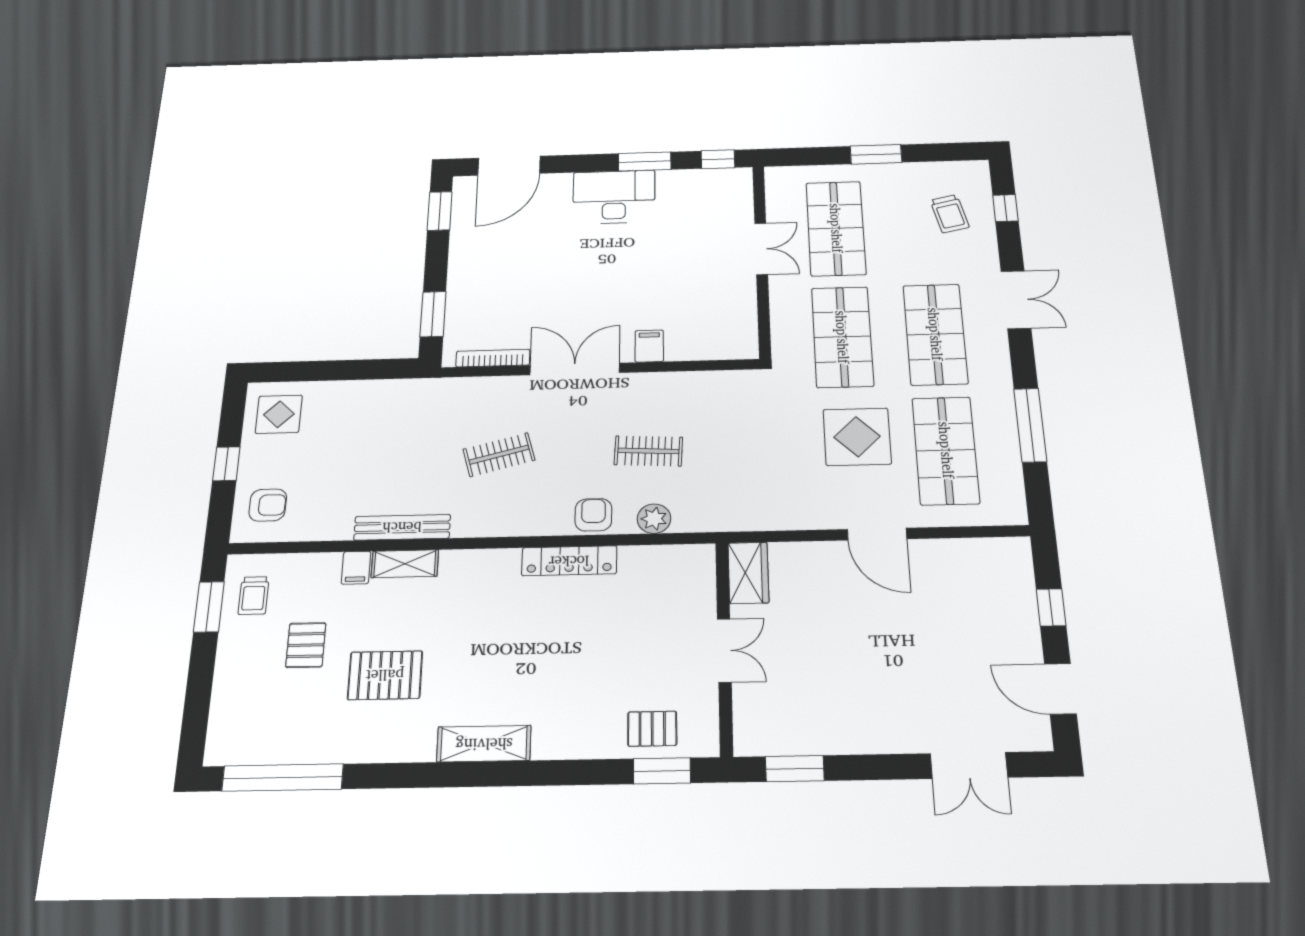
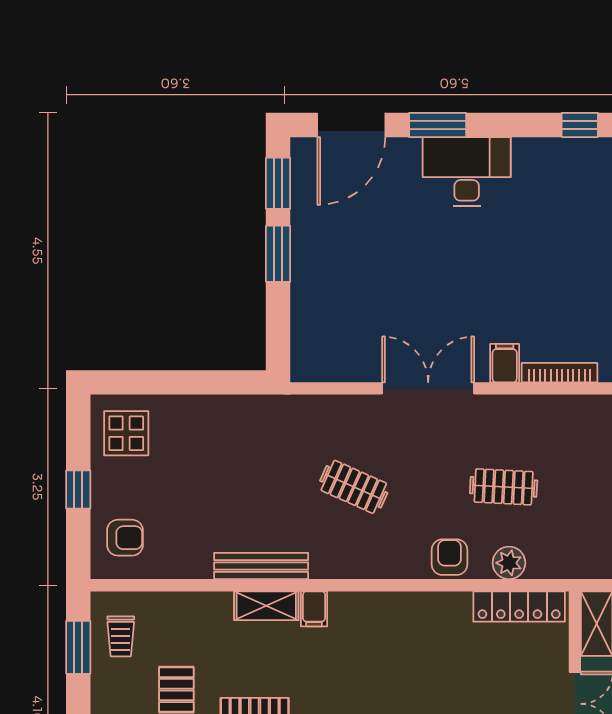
window: (645, 162) -> (438, 125), moved
window: (433, 314) -> (278, 254), moved
bookcase: (493, 358) -> (559, 373), moved
clothes rail: (499, 455) -> (354, 487), turned 39
locker: (569, 561) -> (519, 606), moved
filing cabinet: (356, 568) -> (314, 609), moved

